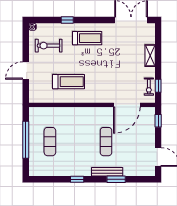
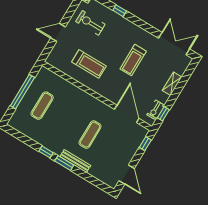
treadmill: (87, 38) -> (133, 60), moved, turned 90
door: (127, 105) -> (127, 114), swing flipped
window: (116, 179) -> (64, 163), moved

